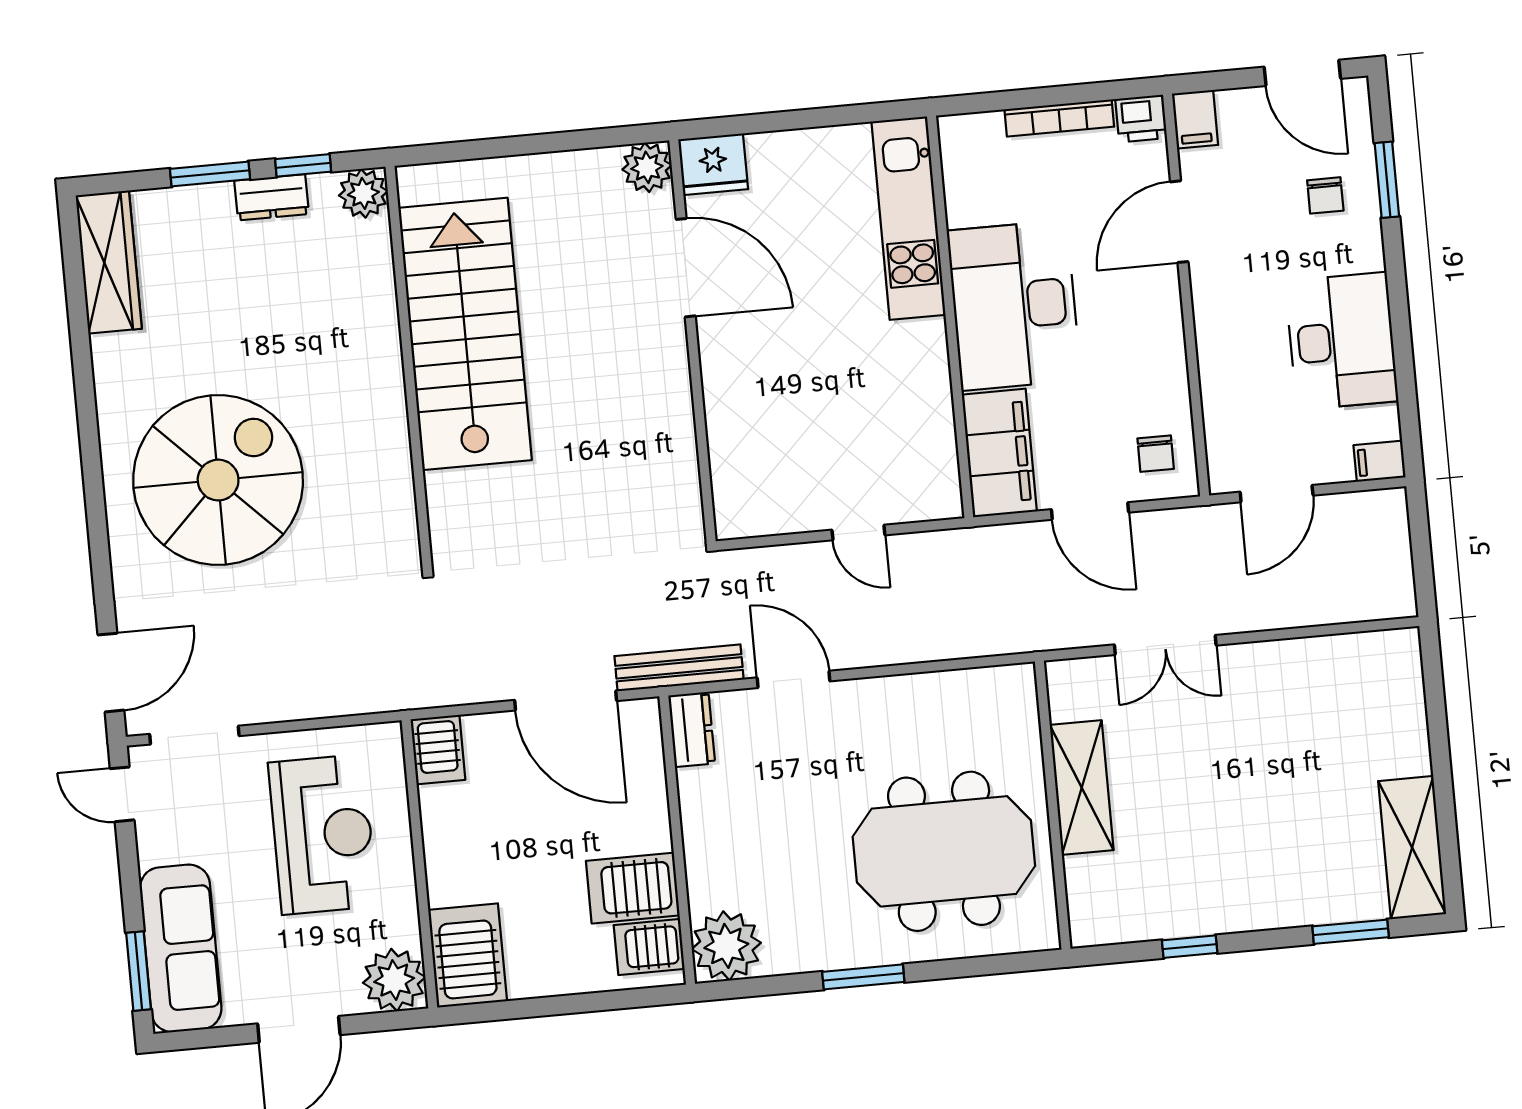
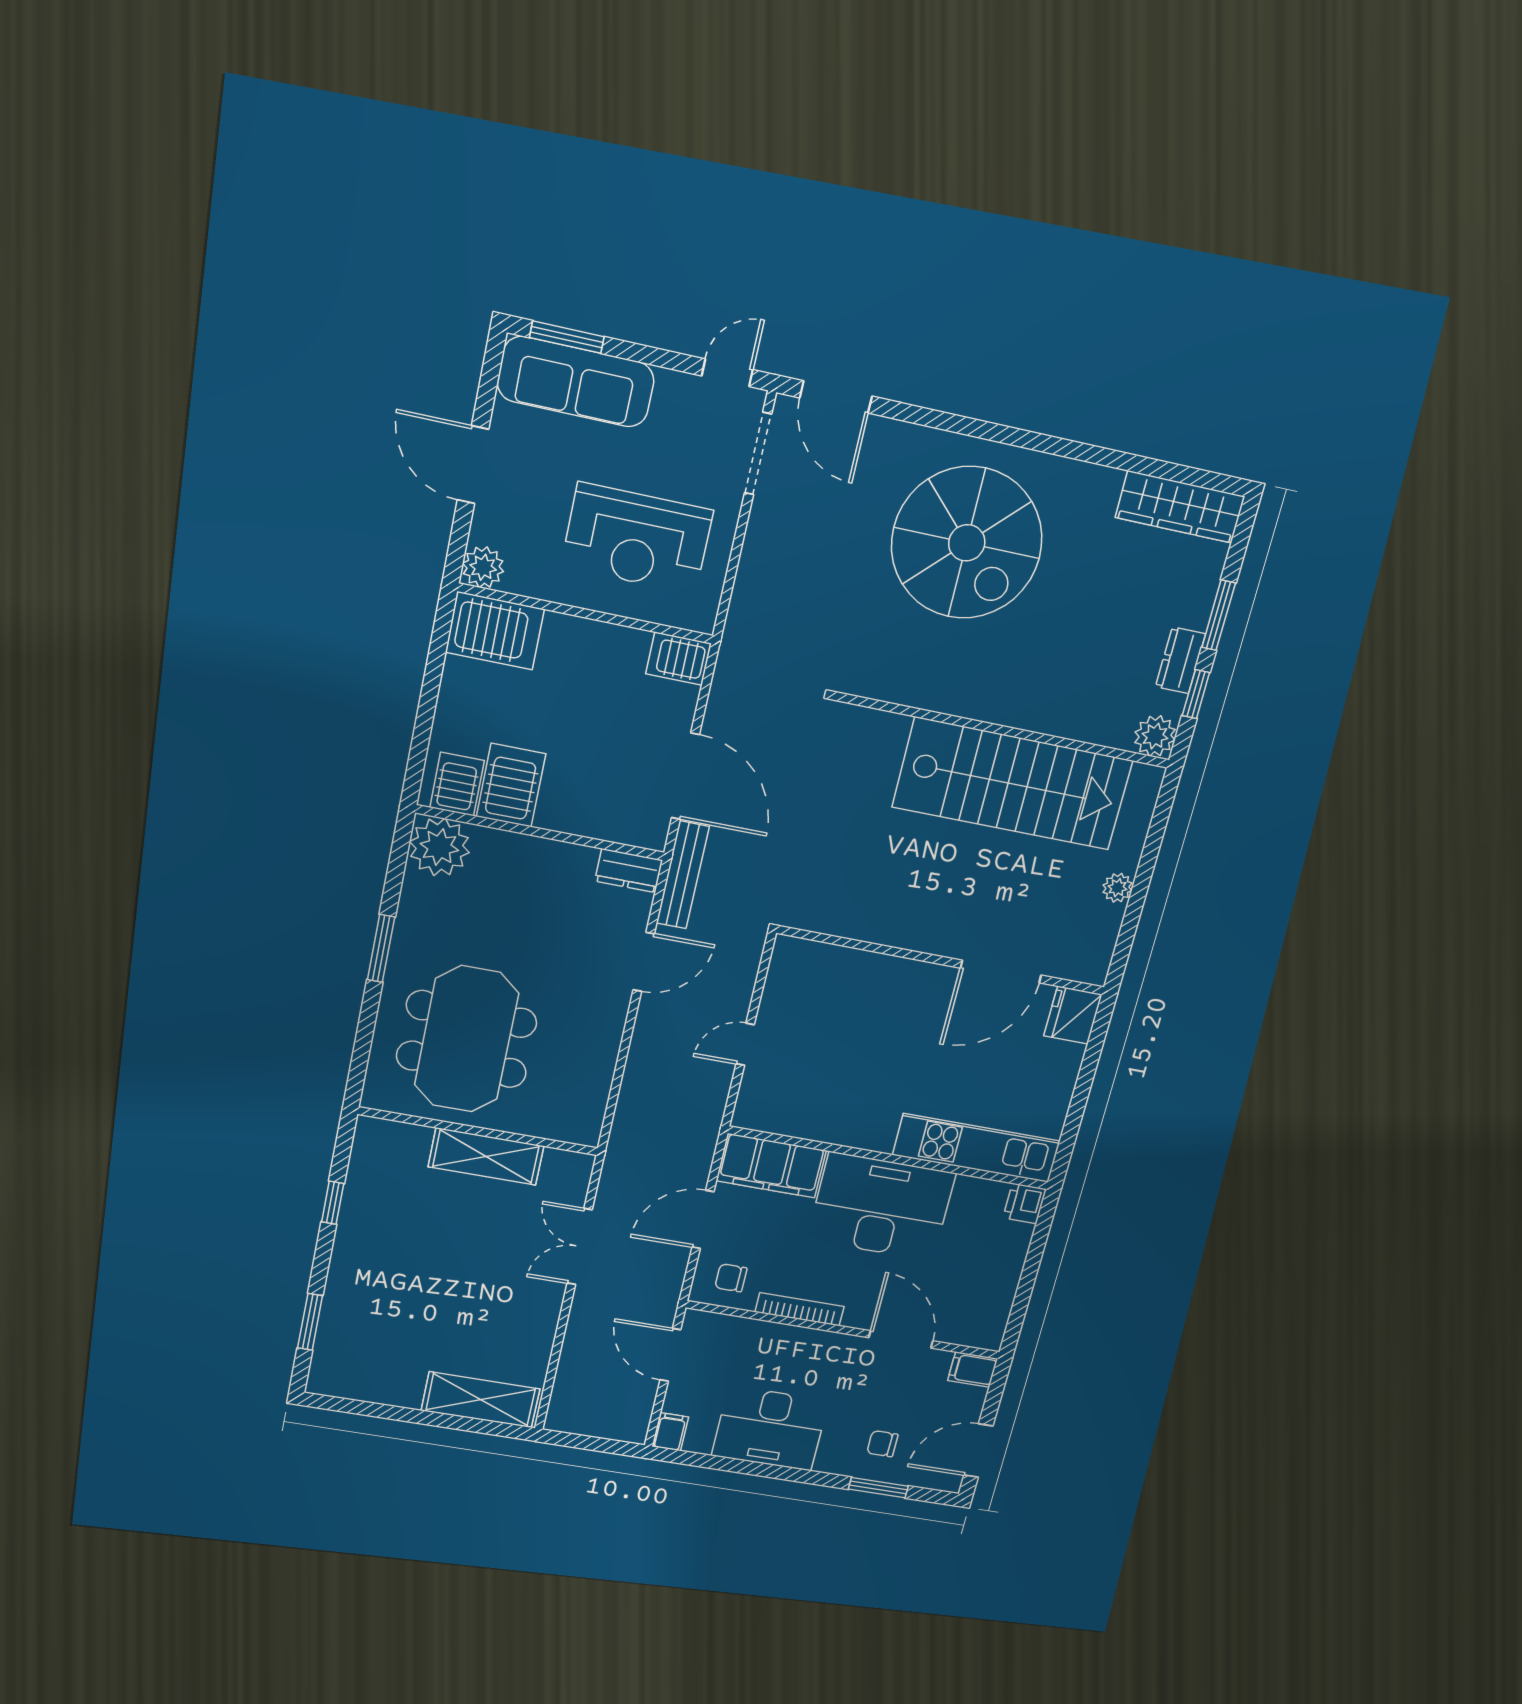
bookcase: (1059, 118) -> (800, 1309), moved, turned 90
printer: (1141, 118) -> (1025, 1203), moved
plant: (647, 167) -> (1117, 888), moved, width x0.73, depth x0.73
door: (566, 701) -> (685, 776), swing flipped
shelving: (1412, 848) -> (481, 1400), moved
plant: (394, 980) -> (483, 567), width x0.73, depth x0.73

